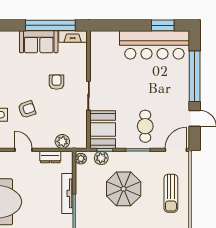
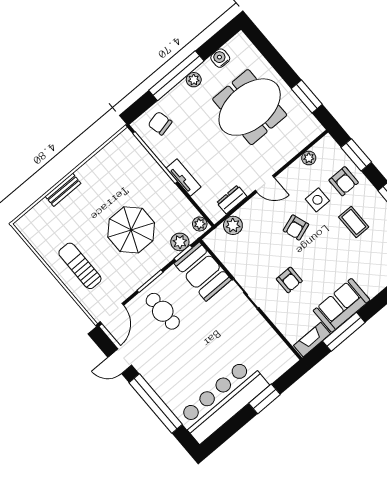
window: (50, 25) -> (344, 332), width x0.68
window: (163, 25) -> (265, 399), moved
tv unit: (67, 193) -> (184, 178), width x0.71

